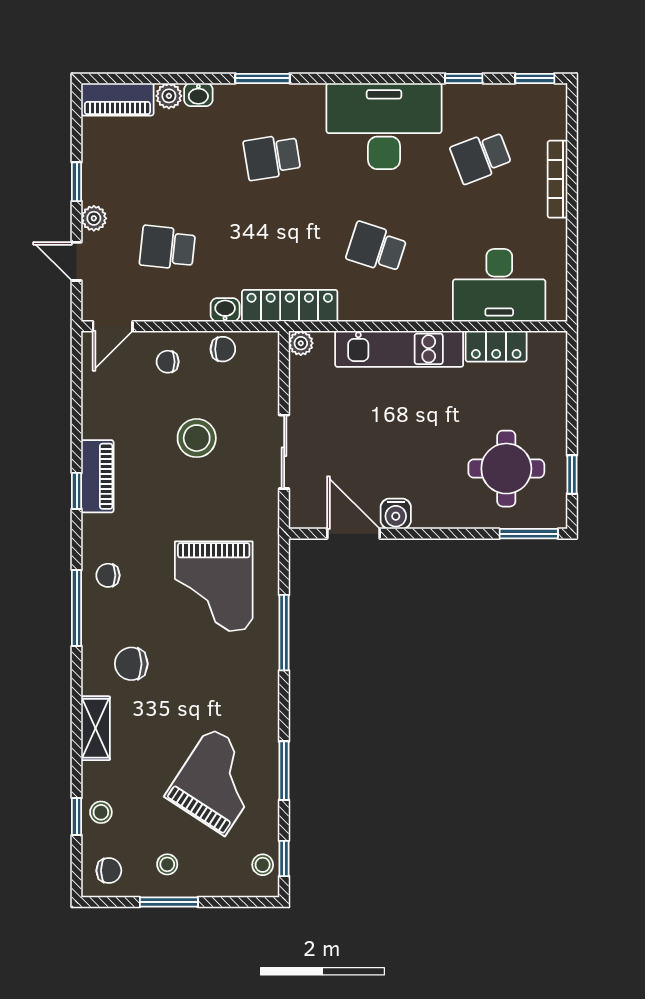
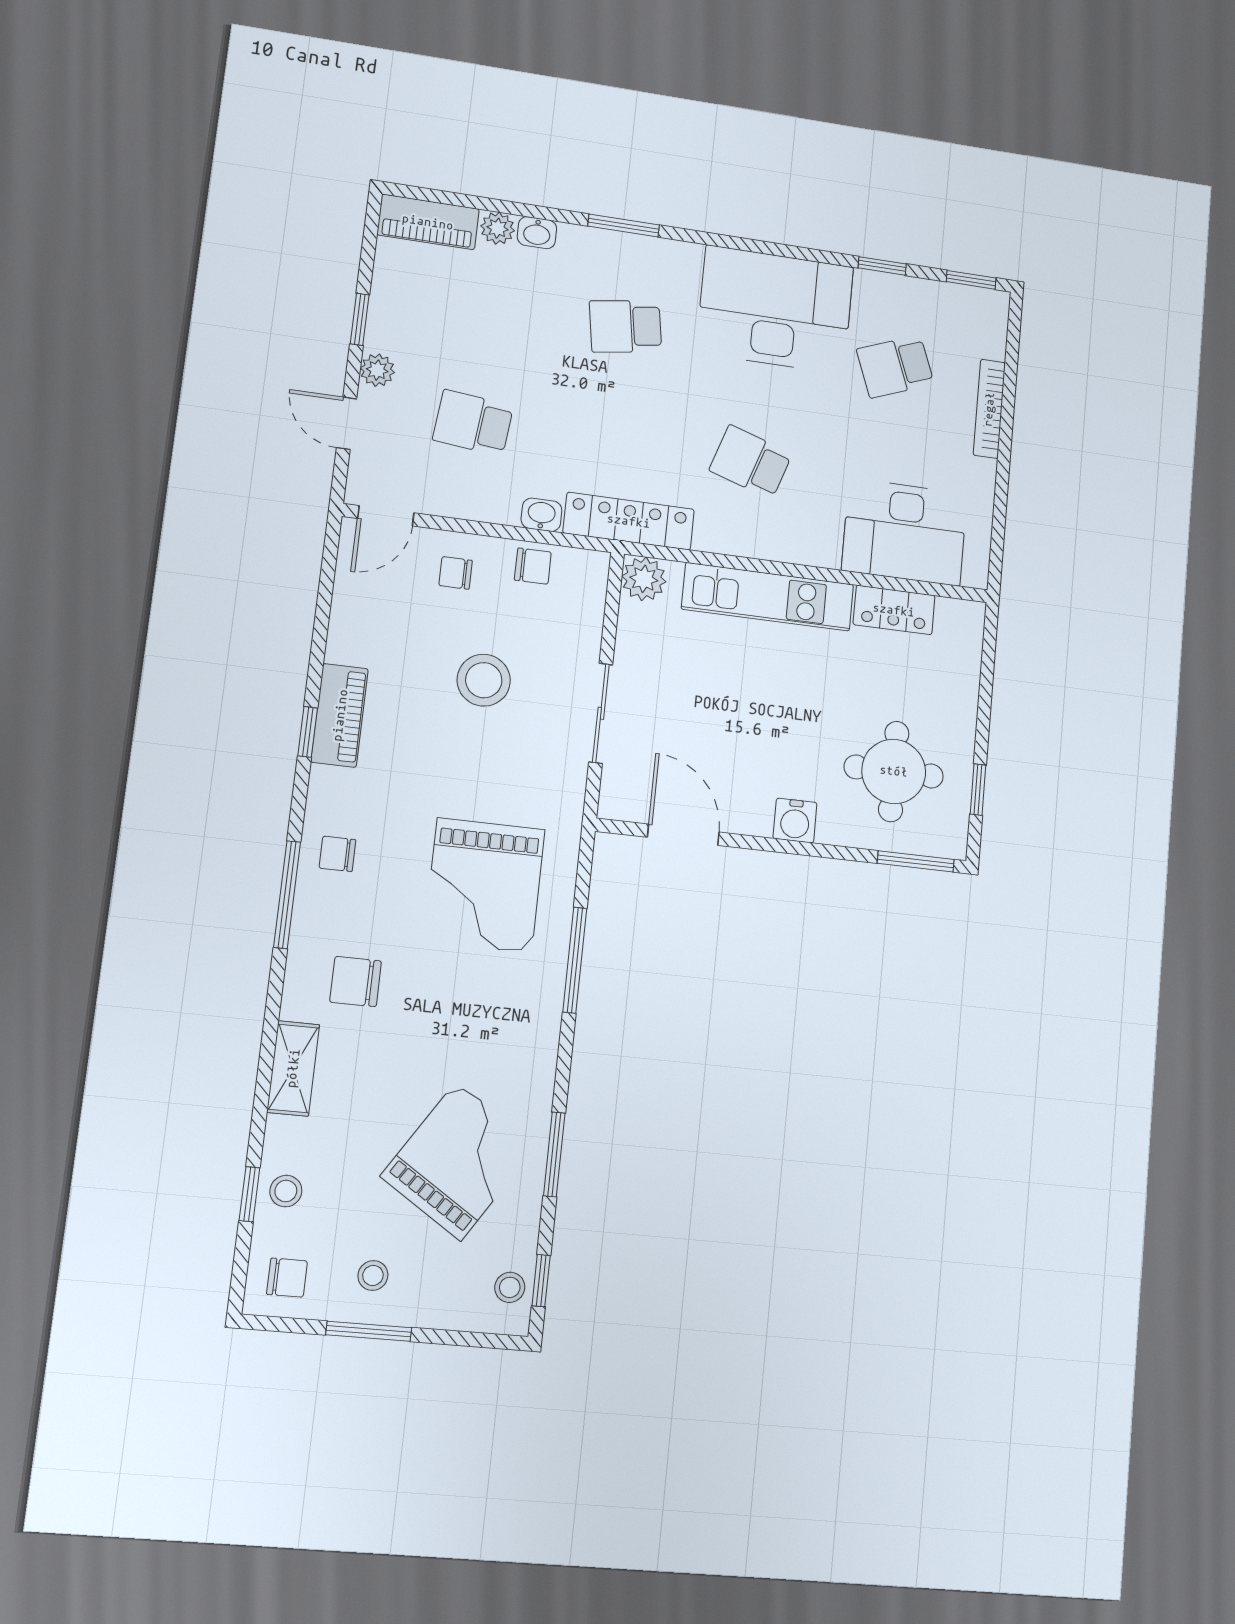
plant: (301, 343) -> (644, 579), width x1.38, depth x1.38
water cooler: (396, 514) -> (795, 821), moved

